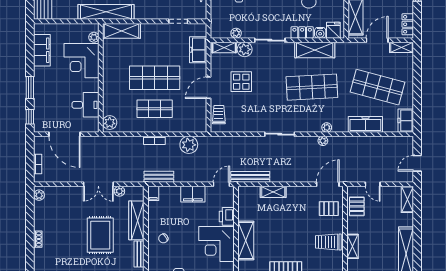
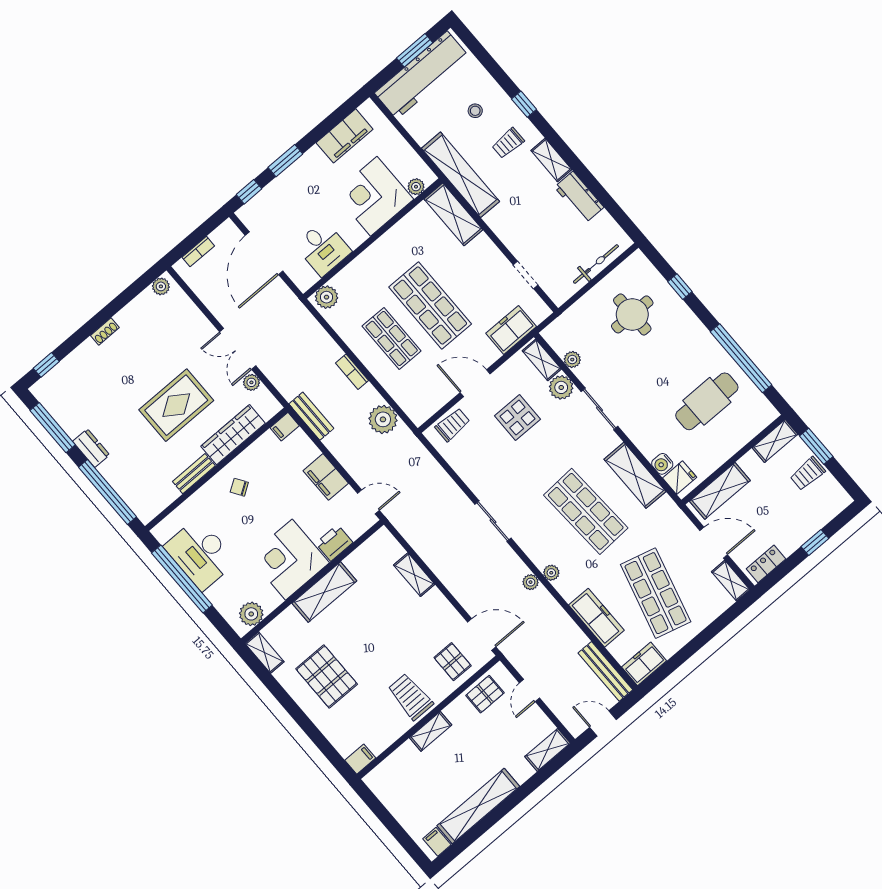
locker: (302, 32) -> (643, 441), removed
bench: (250, 177) -> (605, 671), moved

